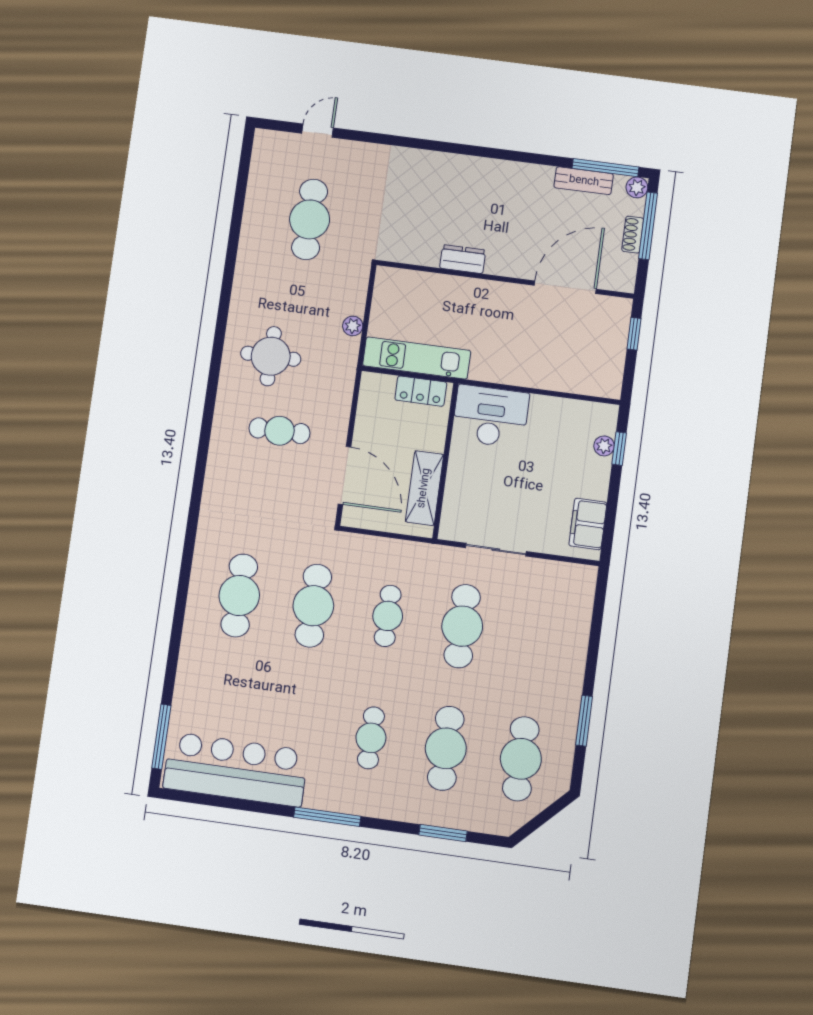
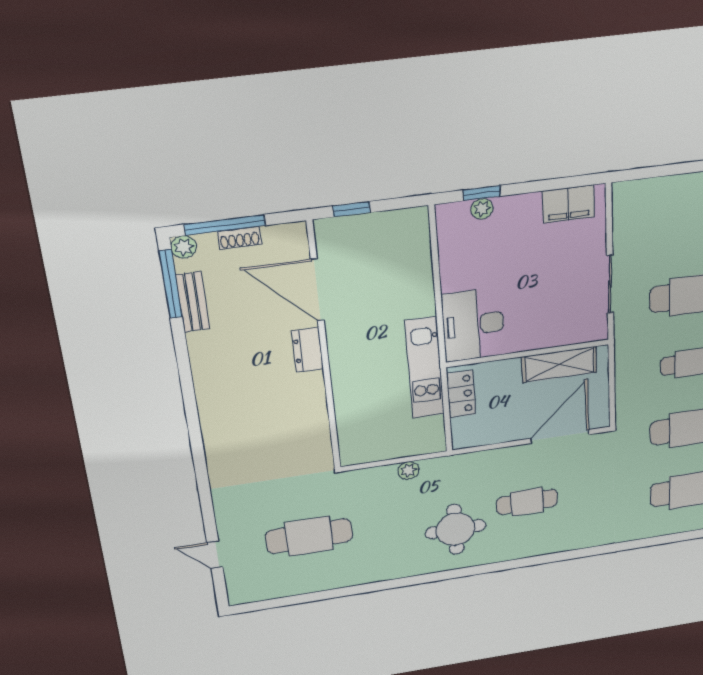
dresser: (463, 259) -> (308, 350), moved
kitchen unit: (417, 358) -> (425, 368), moved
cafe table: (279, 431) -> (527, 502), turned 90

